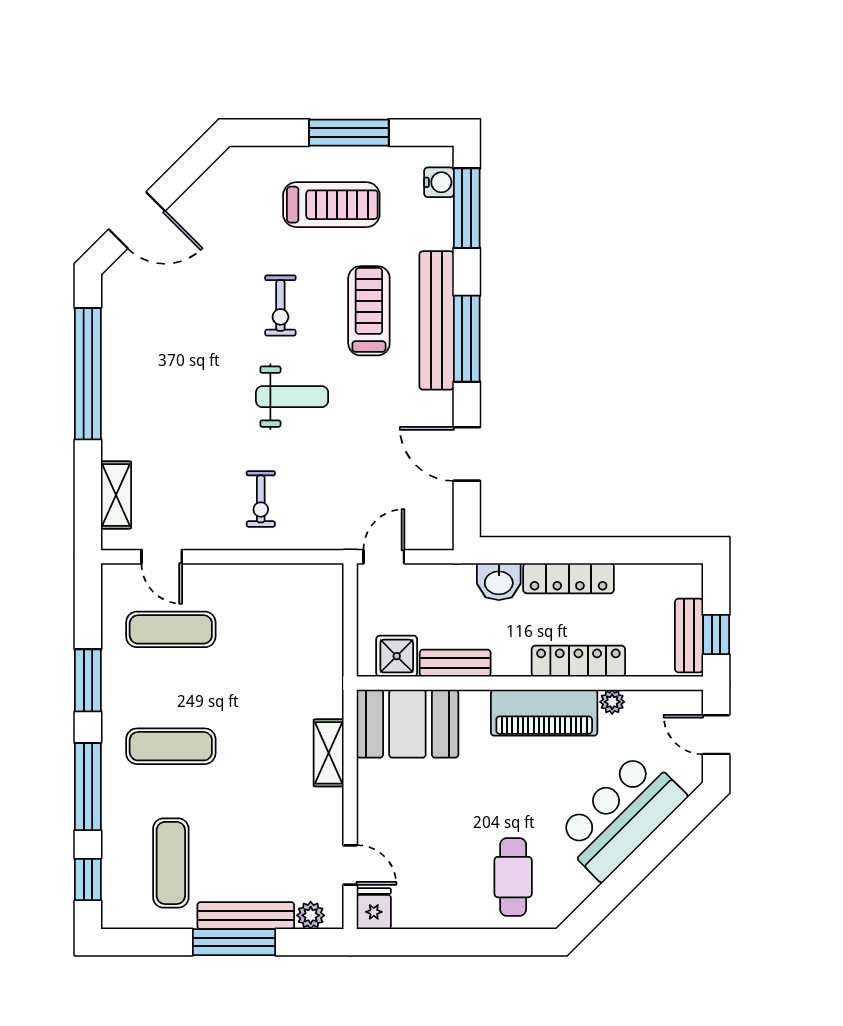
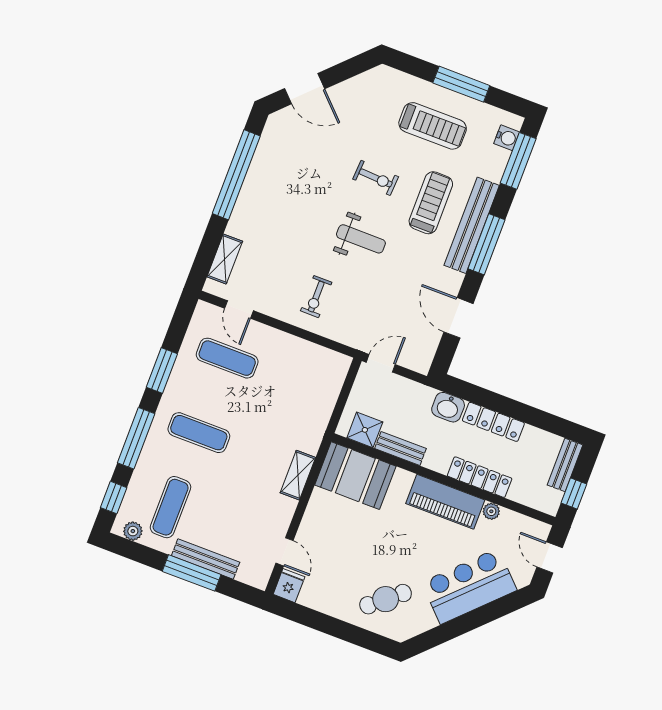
exercise bike: (280, 305) -> (376, 178), turned -87
bench: (689, 636) -> (565, 465), moved
cafe table: (513, 877) -> (386, 599), turned 50
plant: (311, 915) -> (133, 531), moved

